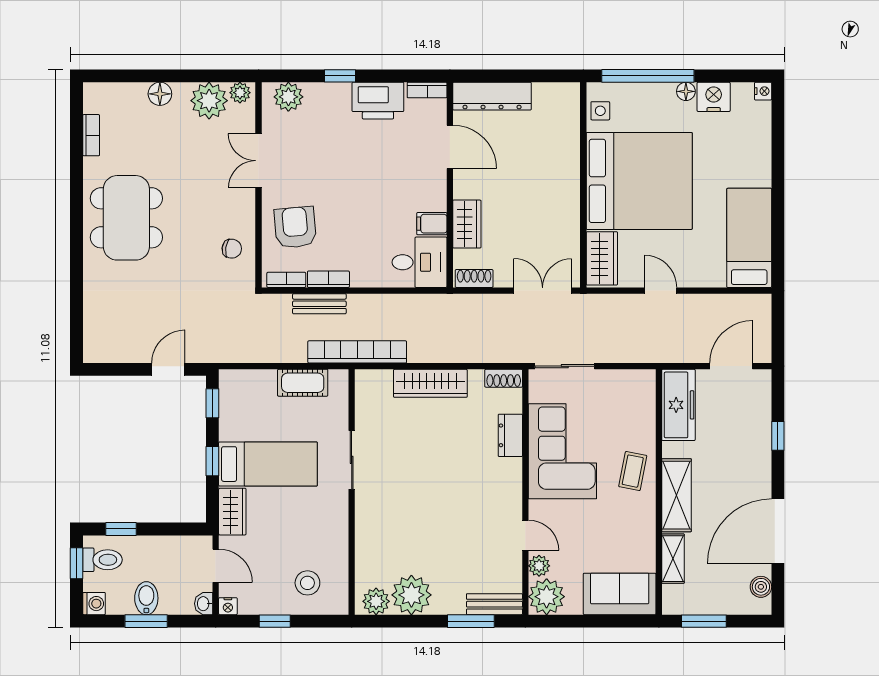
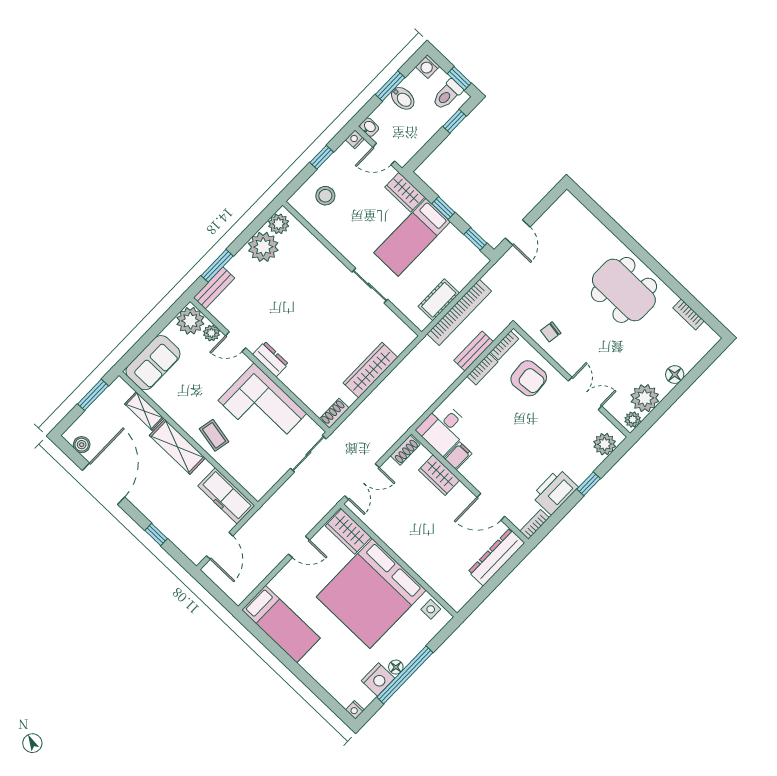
window: (648, 76) -> (405, 675), moved
bookcase: (357, 352) -> (459, 312), moved
dresser: (510, 435) -> (270, 359), moved

